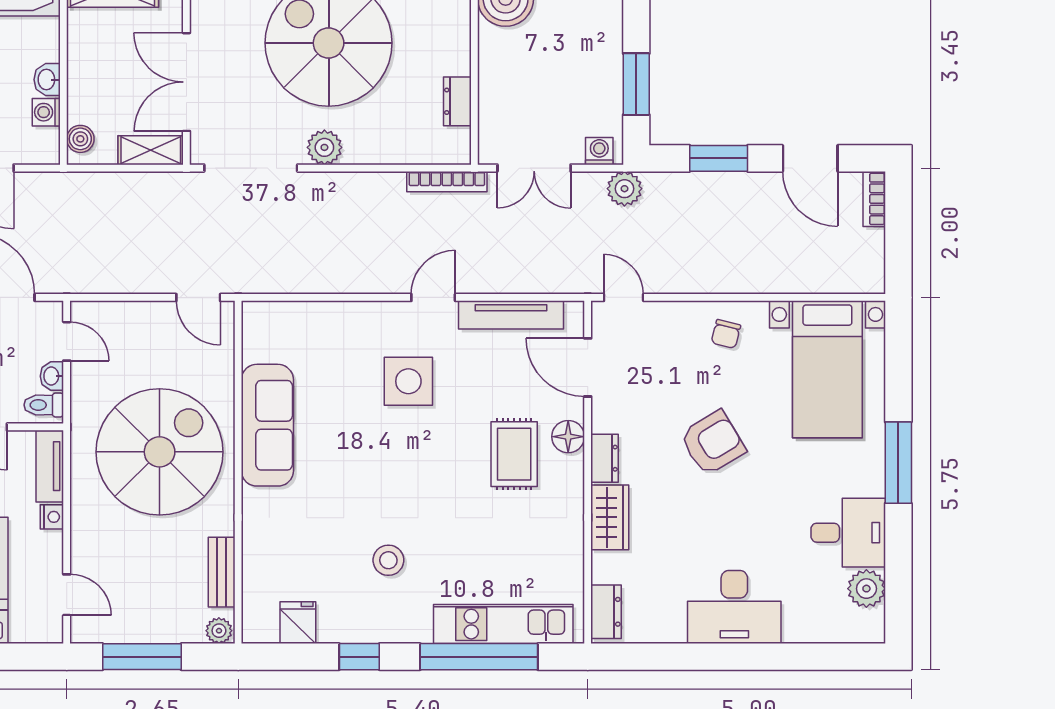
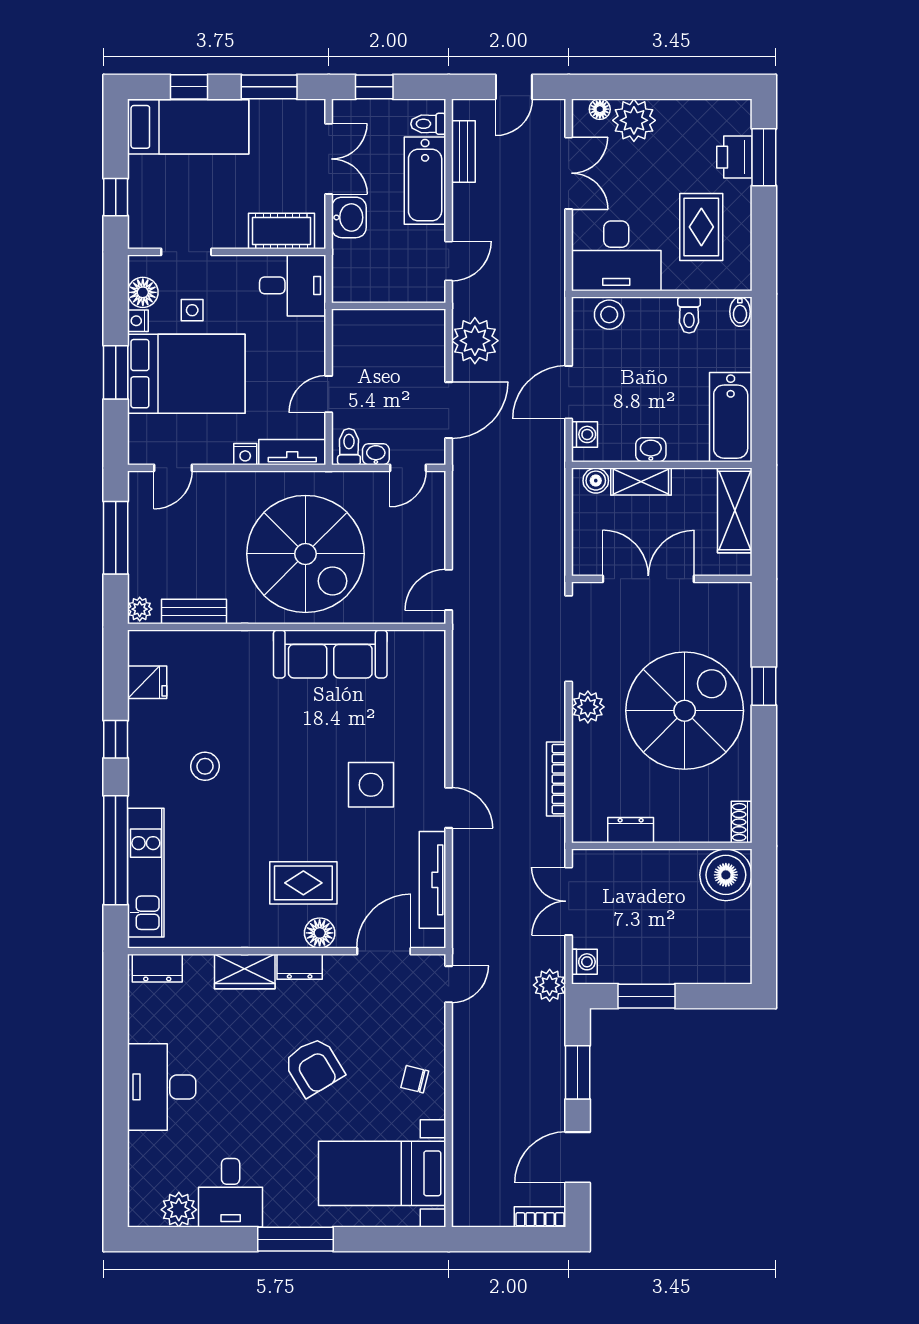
washing machine: (46, 112) -> (585, 434), moved, turned 90
shelving: (151, 150) -> (641, 481), moved, turned 90
bookcase: (447, 182) -> (556, 779), moved

